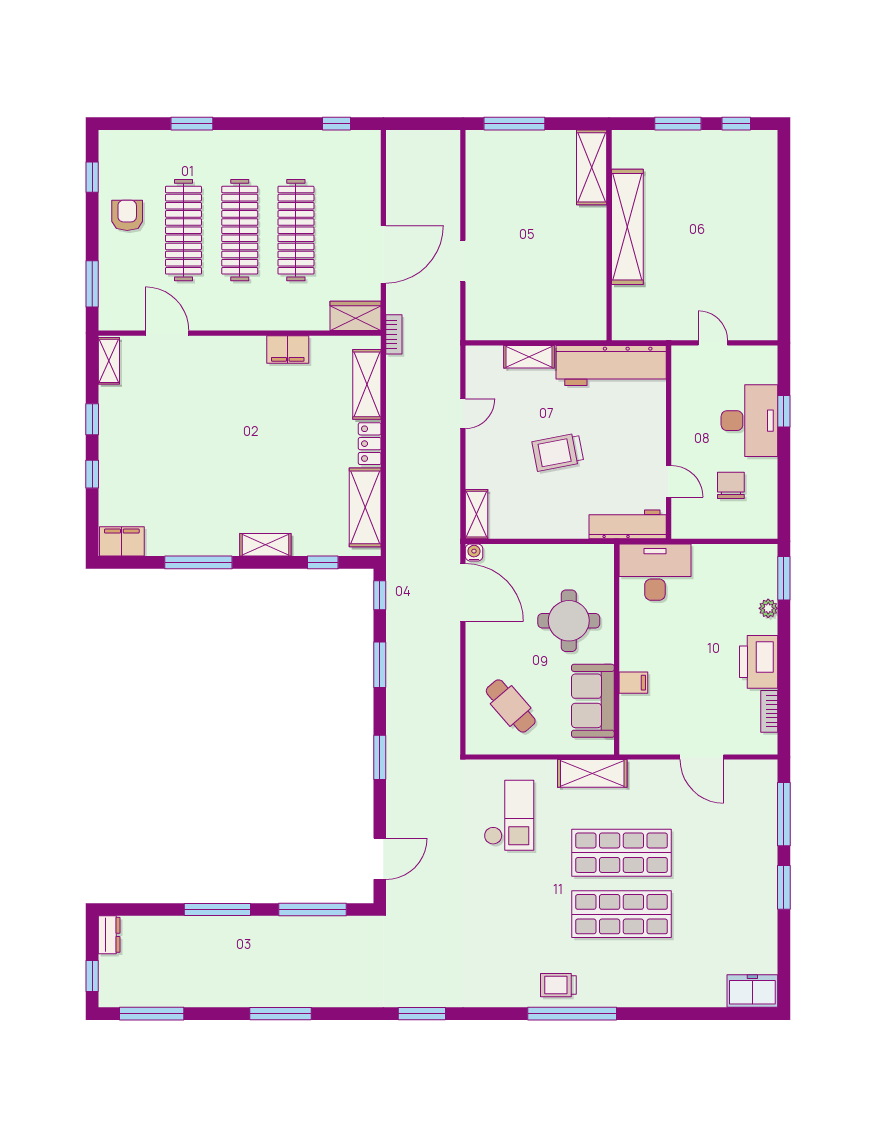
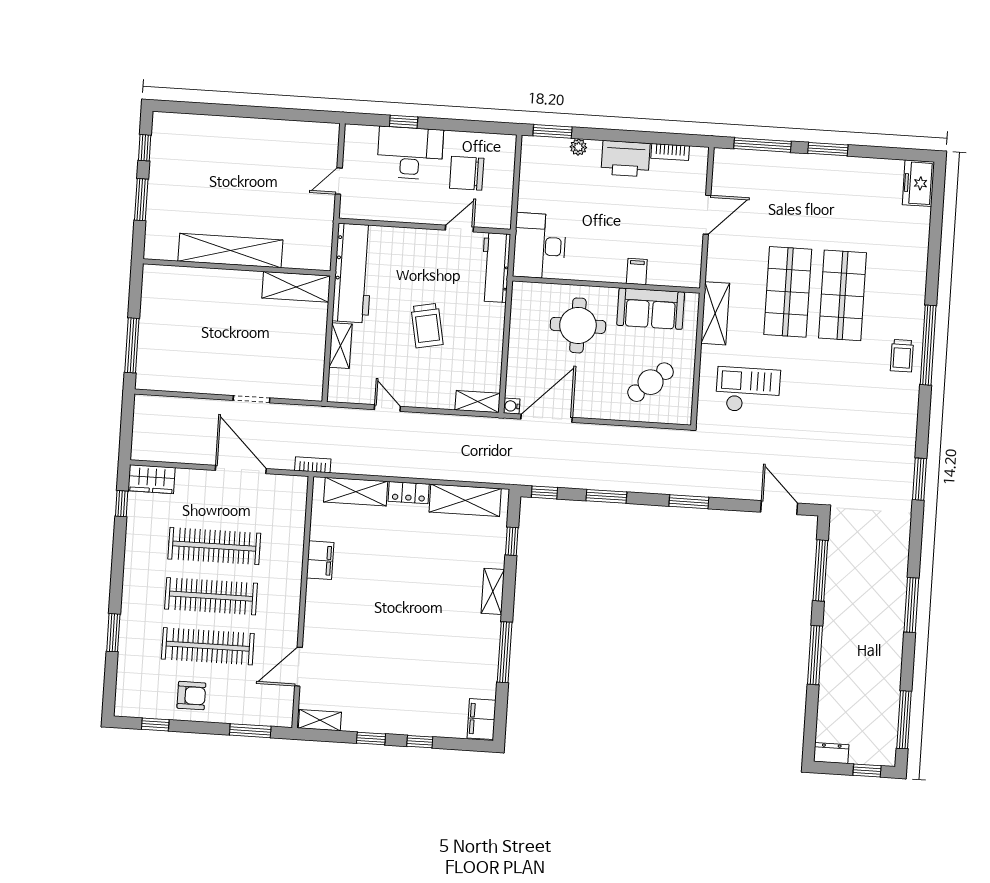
shelving: (592, 167) -> (296, 287), moved
armchair: (127, 215) -> (191, 696), turned 180
wardrobe: (356, 316) -> (152, 479), moved, turned -90
chair: (731, 485) -> (467, 173), width x1.37, depth x1.37

